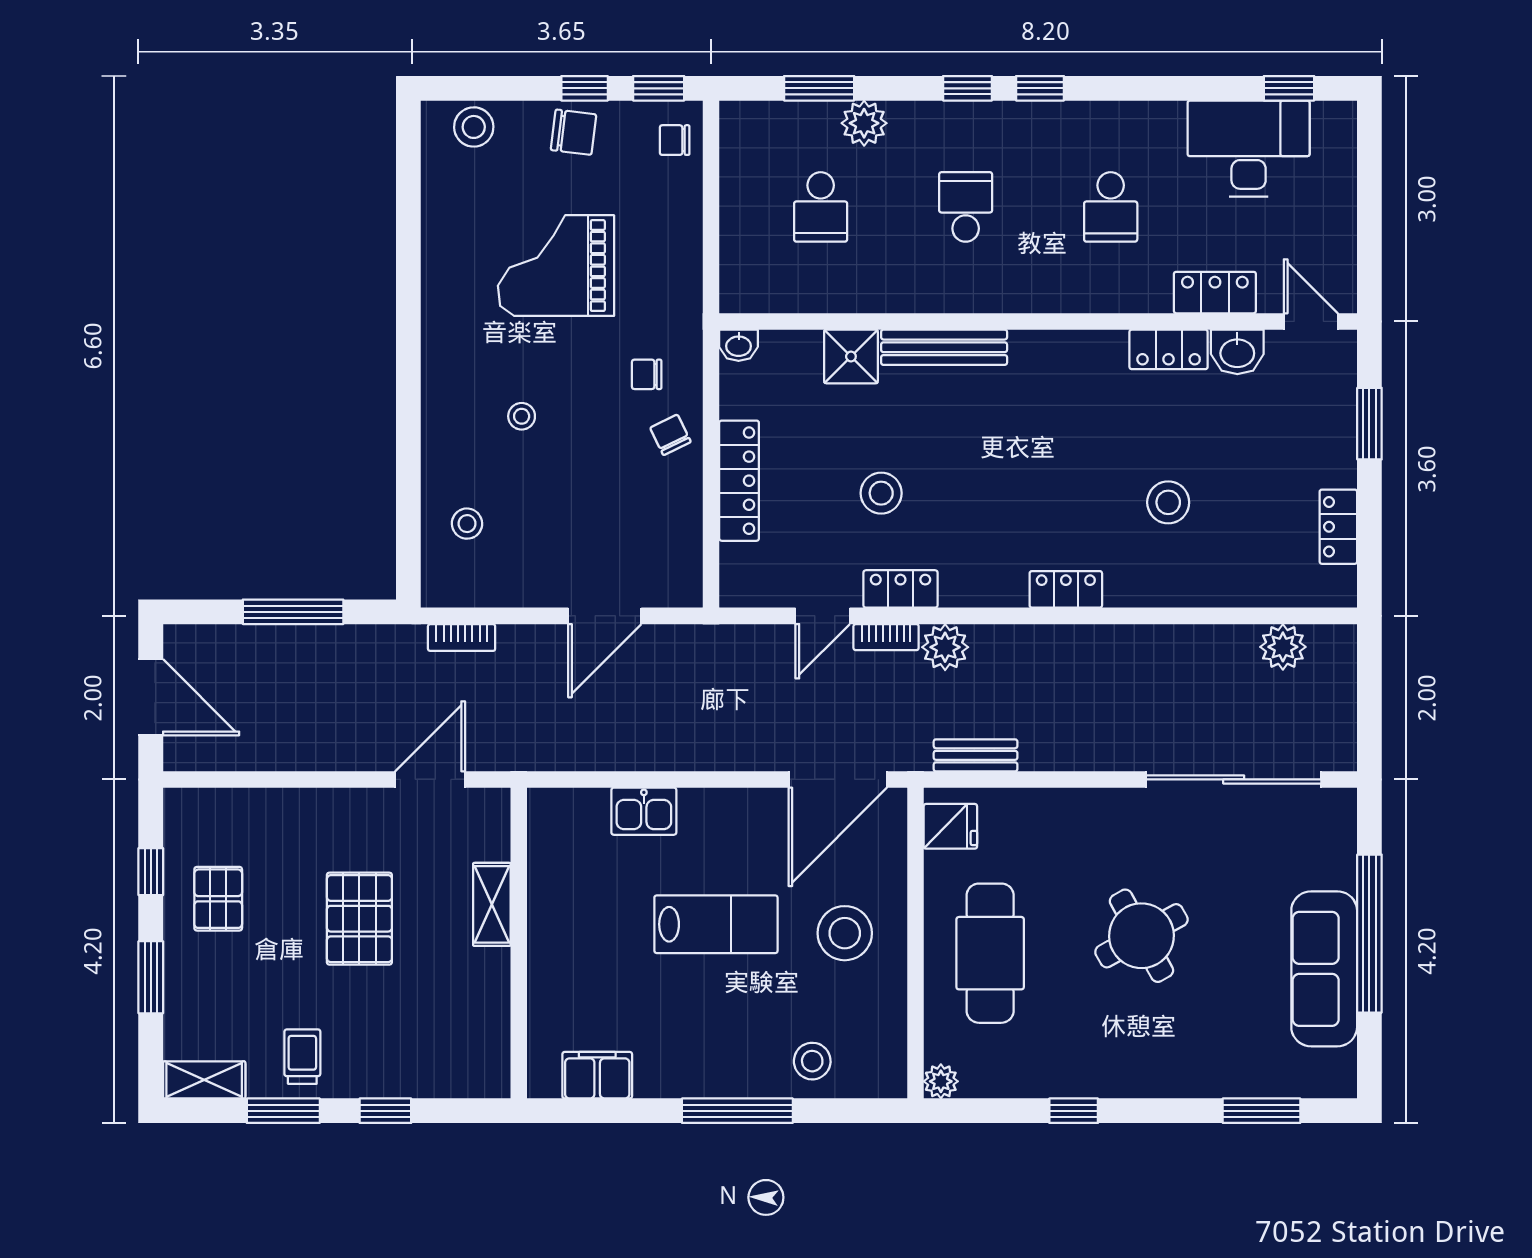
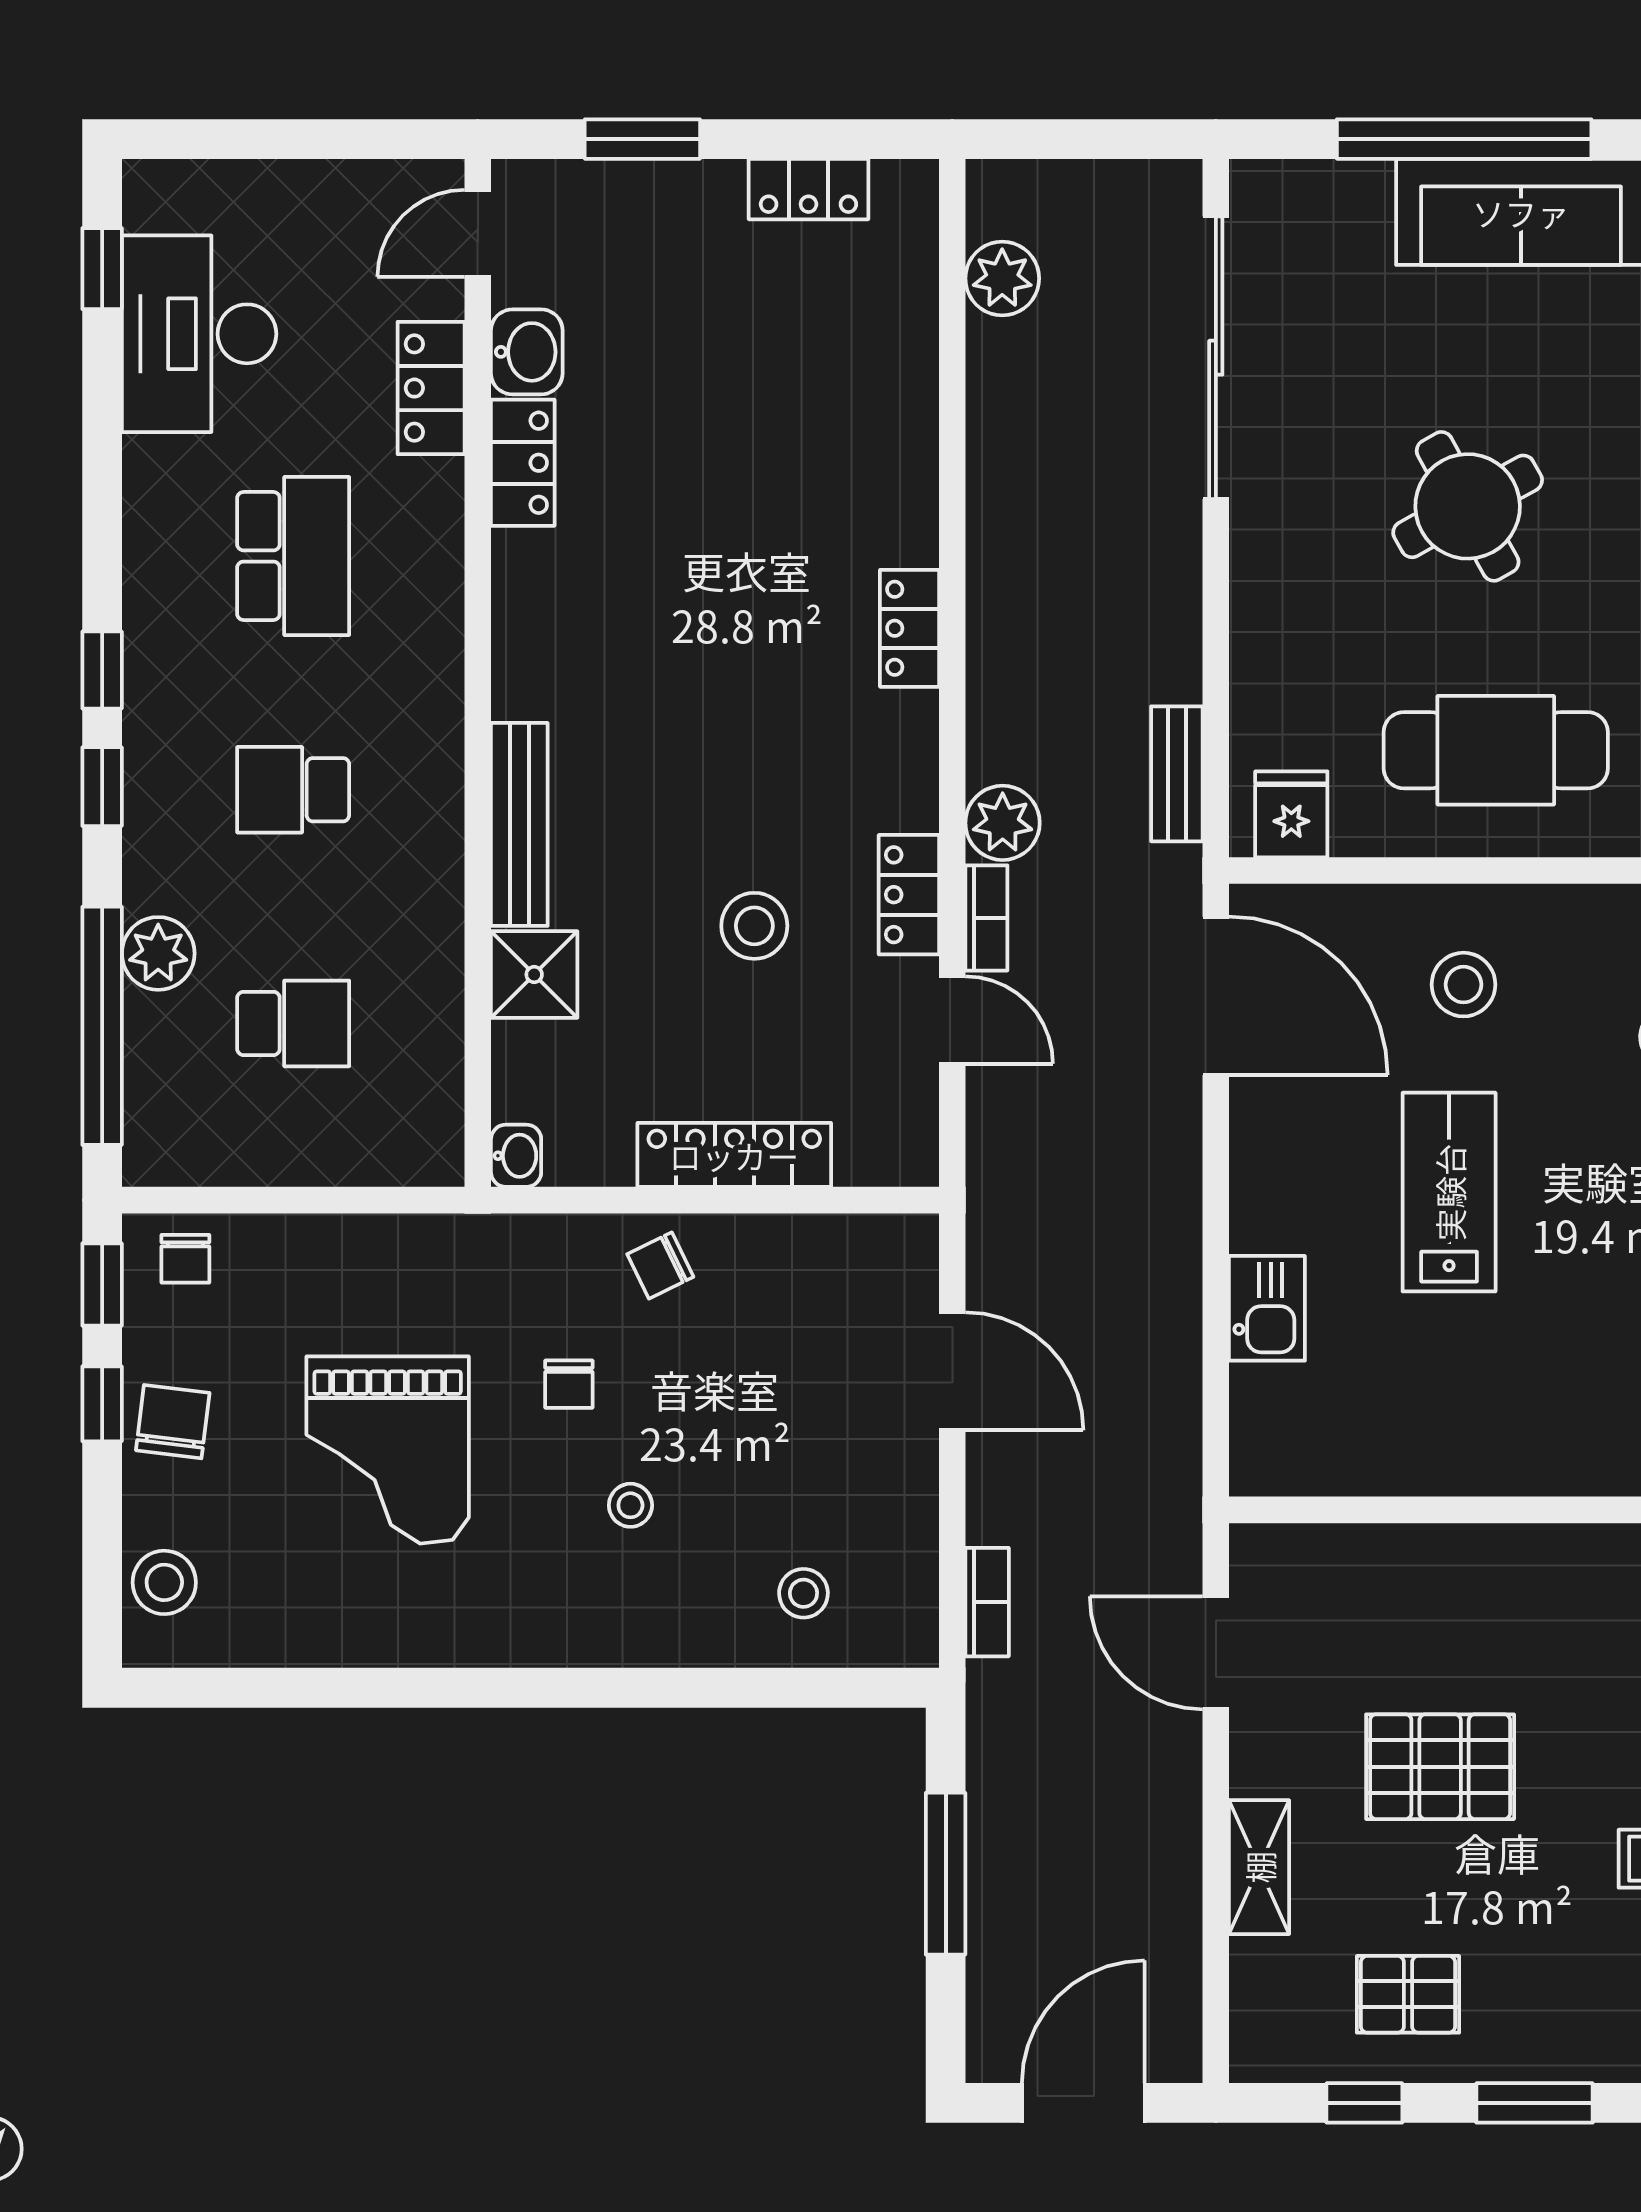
window: (819, 88) -> (102, 1026), width x2.11
school desk: (1111, 207) -> (293, 556), width x1.85
chair: (647, 374) -> (569, 1384), moved
stool: (1168, 502) -> (769, 463), removed
shelving: (492, 904) -> (1259, 1867), moved, turned 90
stool: (845, 933) -> (1463, 985), width x0.73, depth x0.73

